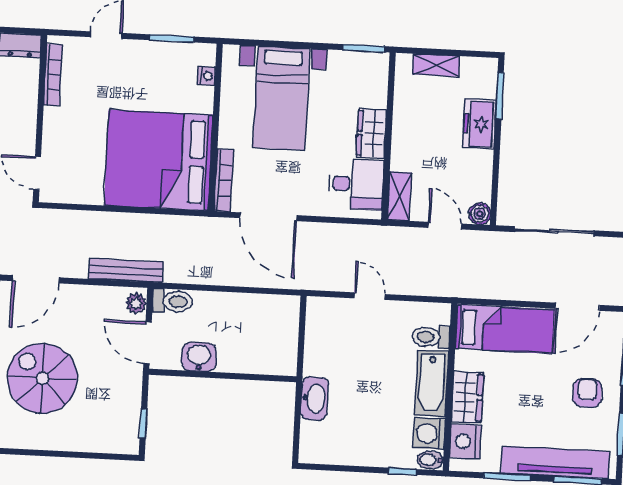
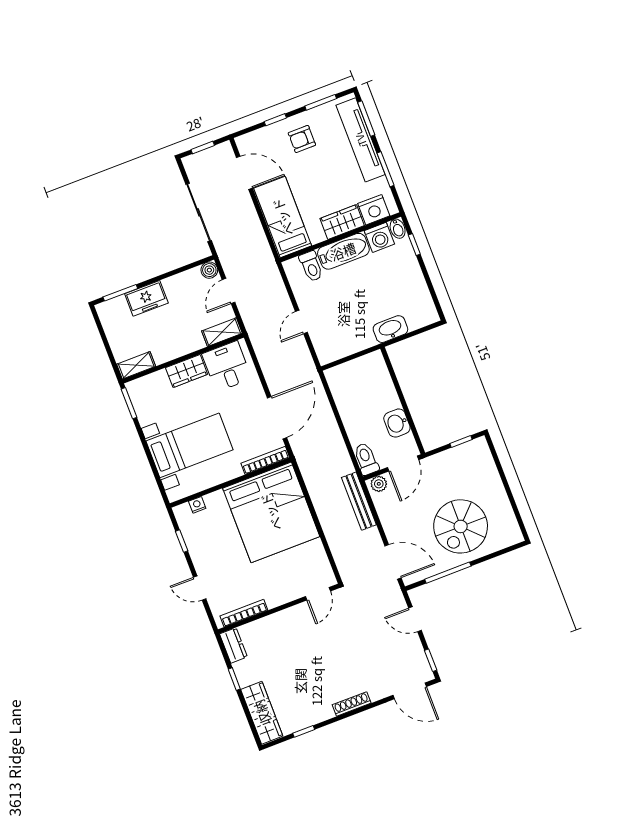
window: (172, 38) -> (182, 541), width x0.67
shelving: (436, 65) -> (136, 365), moved, turned 90

